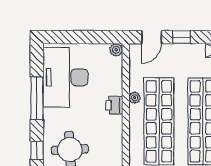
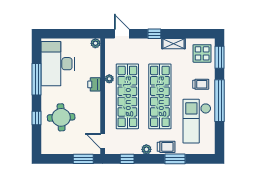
door: (151, 37) -> (122, 34), swing flipped
window: (182, 37) -> (154, 34), moved

